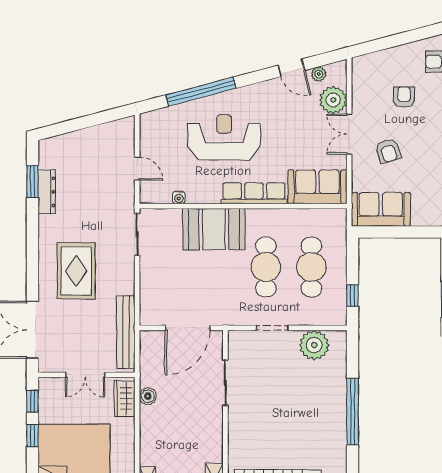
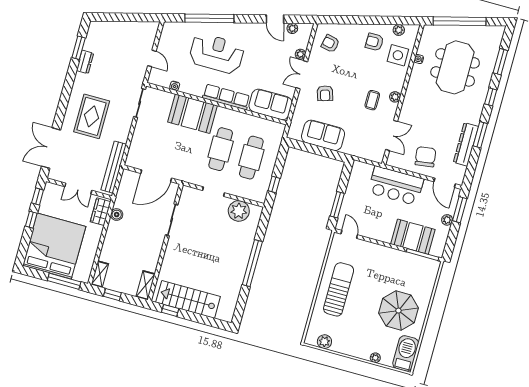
armchair: (404, 97) -> (330, 44), moved, turned -78
plant: (333, 100) -> (300, 54), width x0.53, depth x0.53
dresser: (47, 192) -> (85, 62), width x0.70
sofa: (381, 209) -> (323, 135), moved

